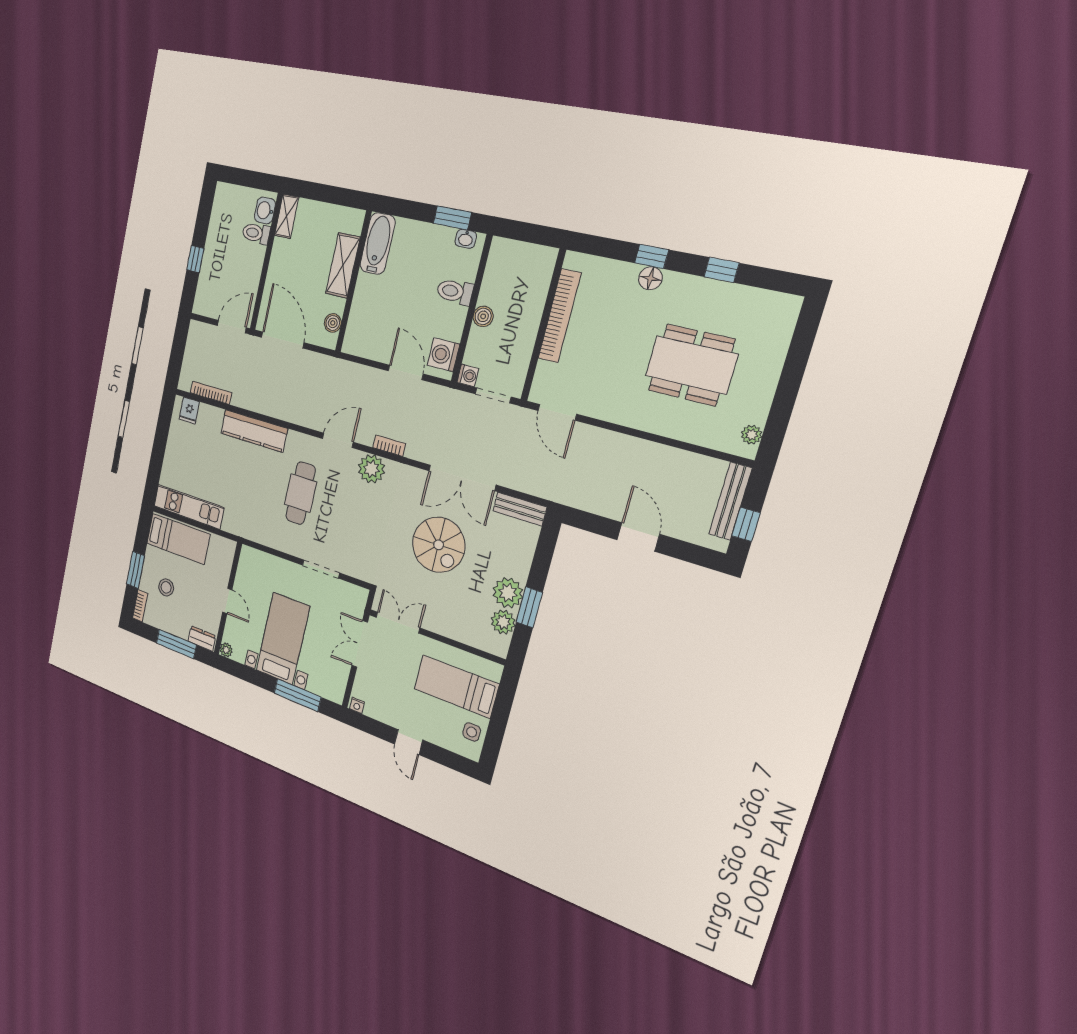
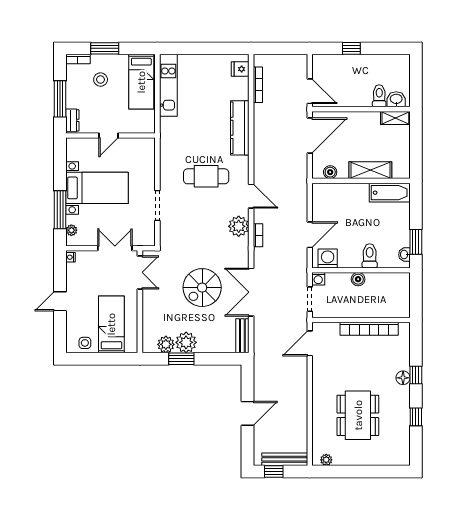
plant: (226, 650) -> (71, 230), moved

